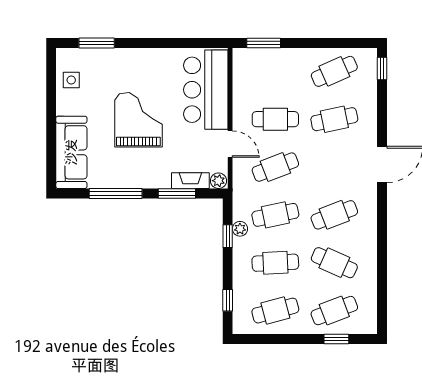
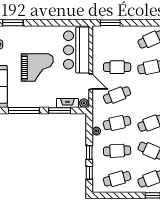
grand piano: (138, 120) -> (37, 68), turned 90
window: (228, 236) -> (89, 153), moved

